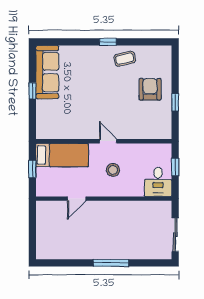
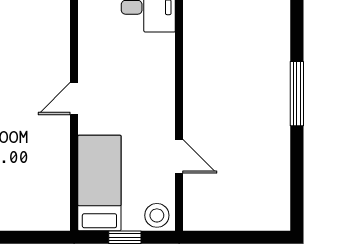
stool: (113, 170) -> (157, 215), moved

